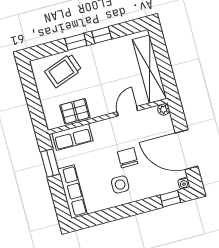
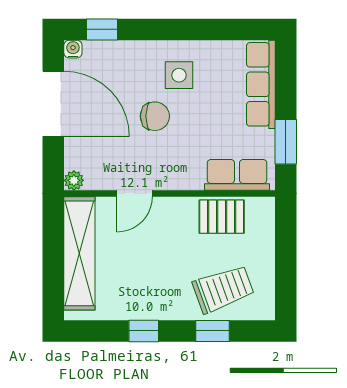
window: (76, 42) -> (213, 331), moved
chair: (128, 158) -> (155, 116), turned -90

